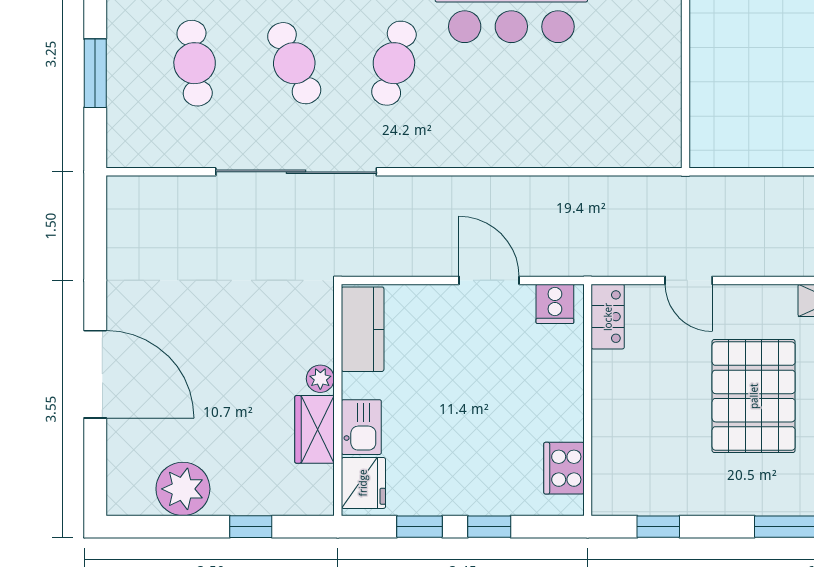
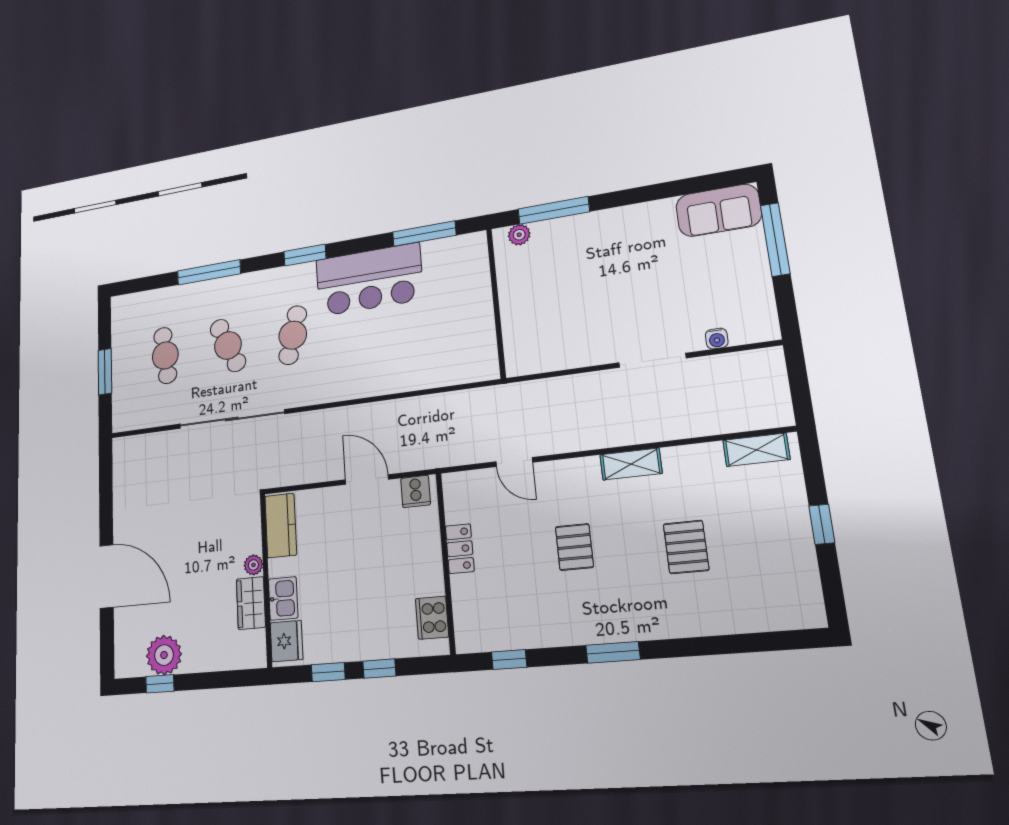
locker: (608, 317) -> (460, 549), moved
pallet: (754, 396) -> (574, 547), width x0.49, depth x0.50
window: (251, 527) -> (160, 684), moved

